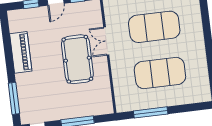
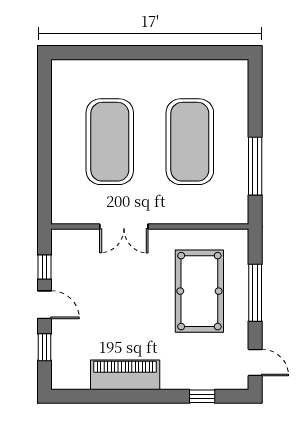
pool table: (77, 59) -> (199, 291), moved, turned 90
window: (14, 98) -> (202, 396), width x0.46

